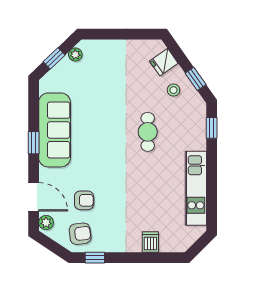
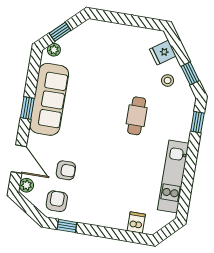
plant: (75, 55) -> (54, 50), moved
armchair: (80, 234) -> (57, 201), turned -83
dishwasher: (150, 242) -> (136, 222), moved

